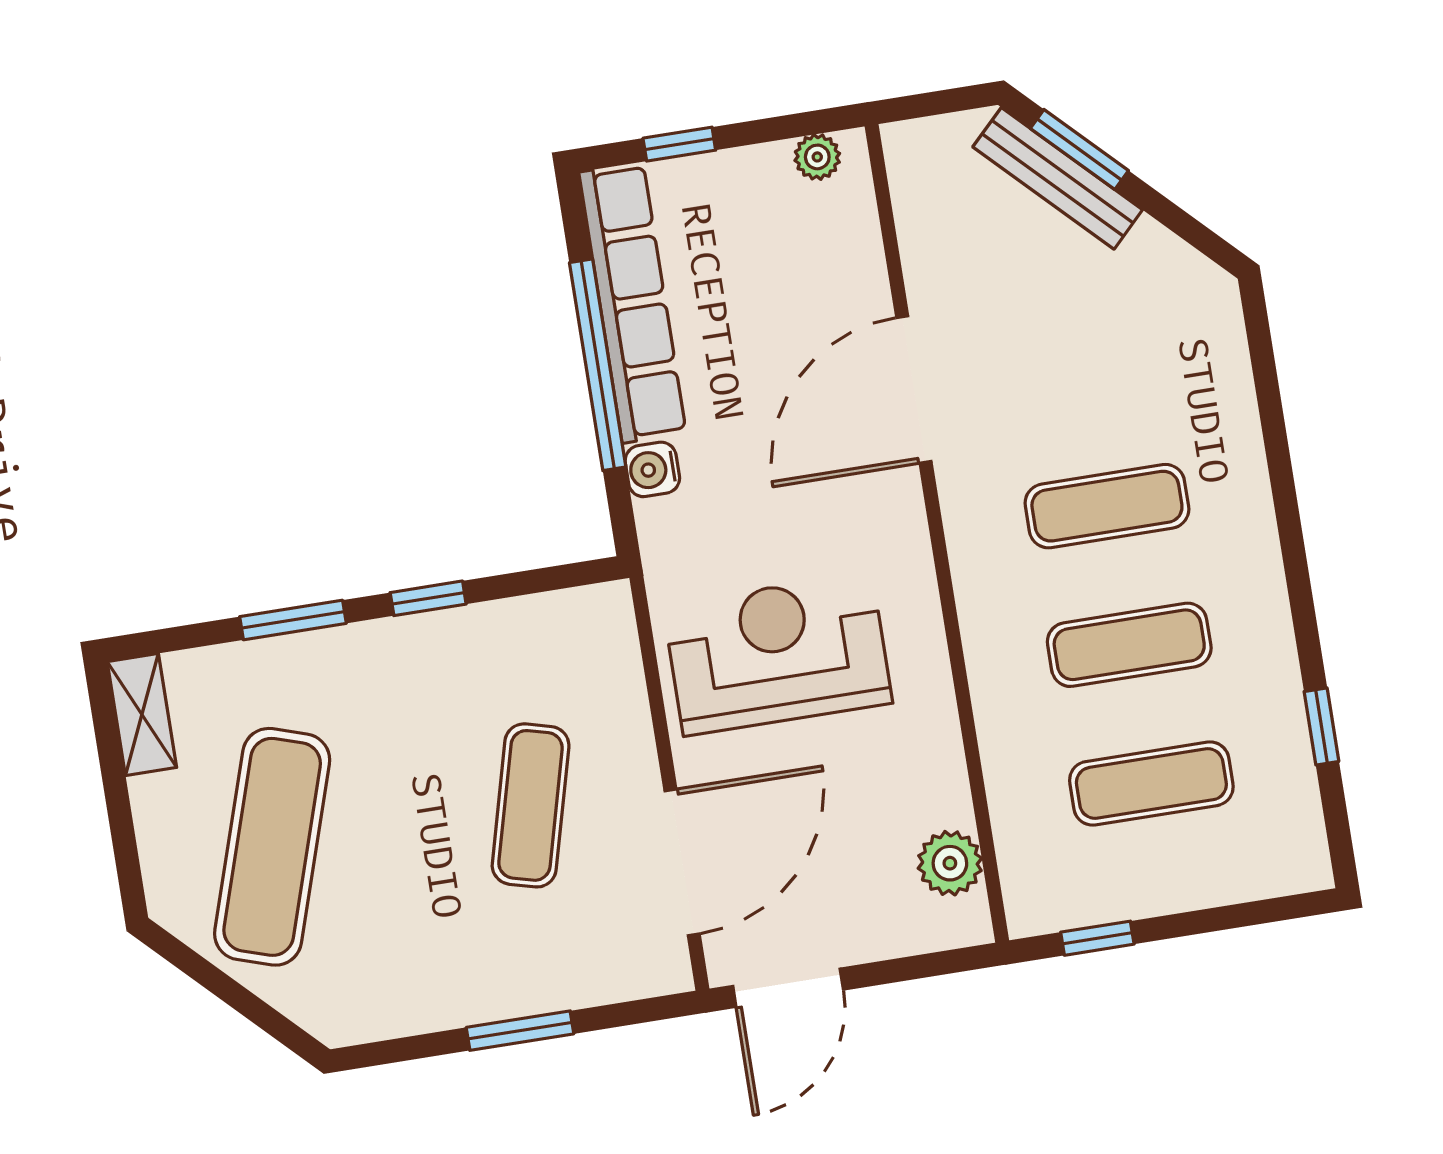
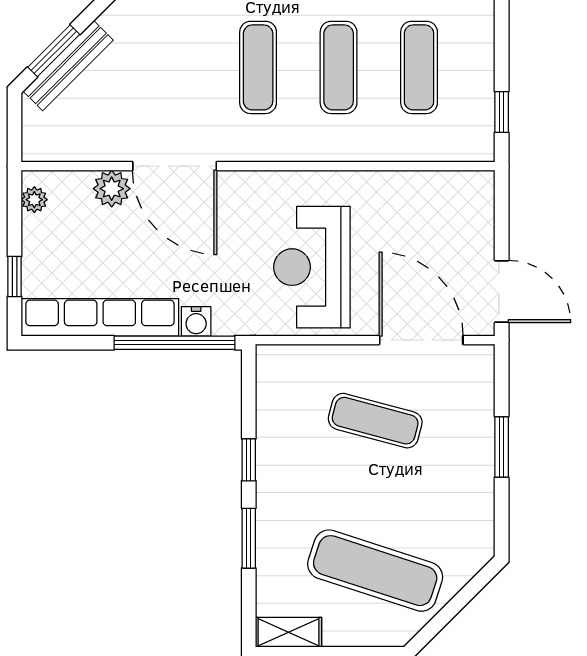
window: (598, 365) -> (174, 343), moved
plant: (950, 863) -> (112, 189), moved

